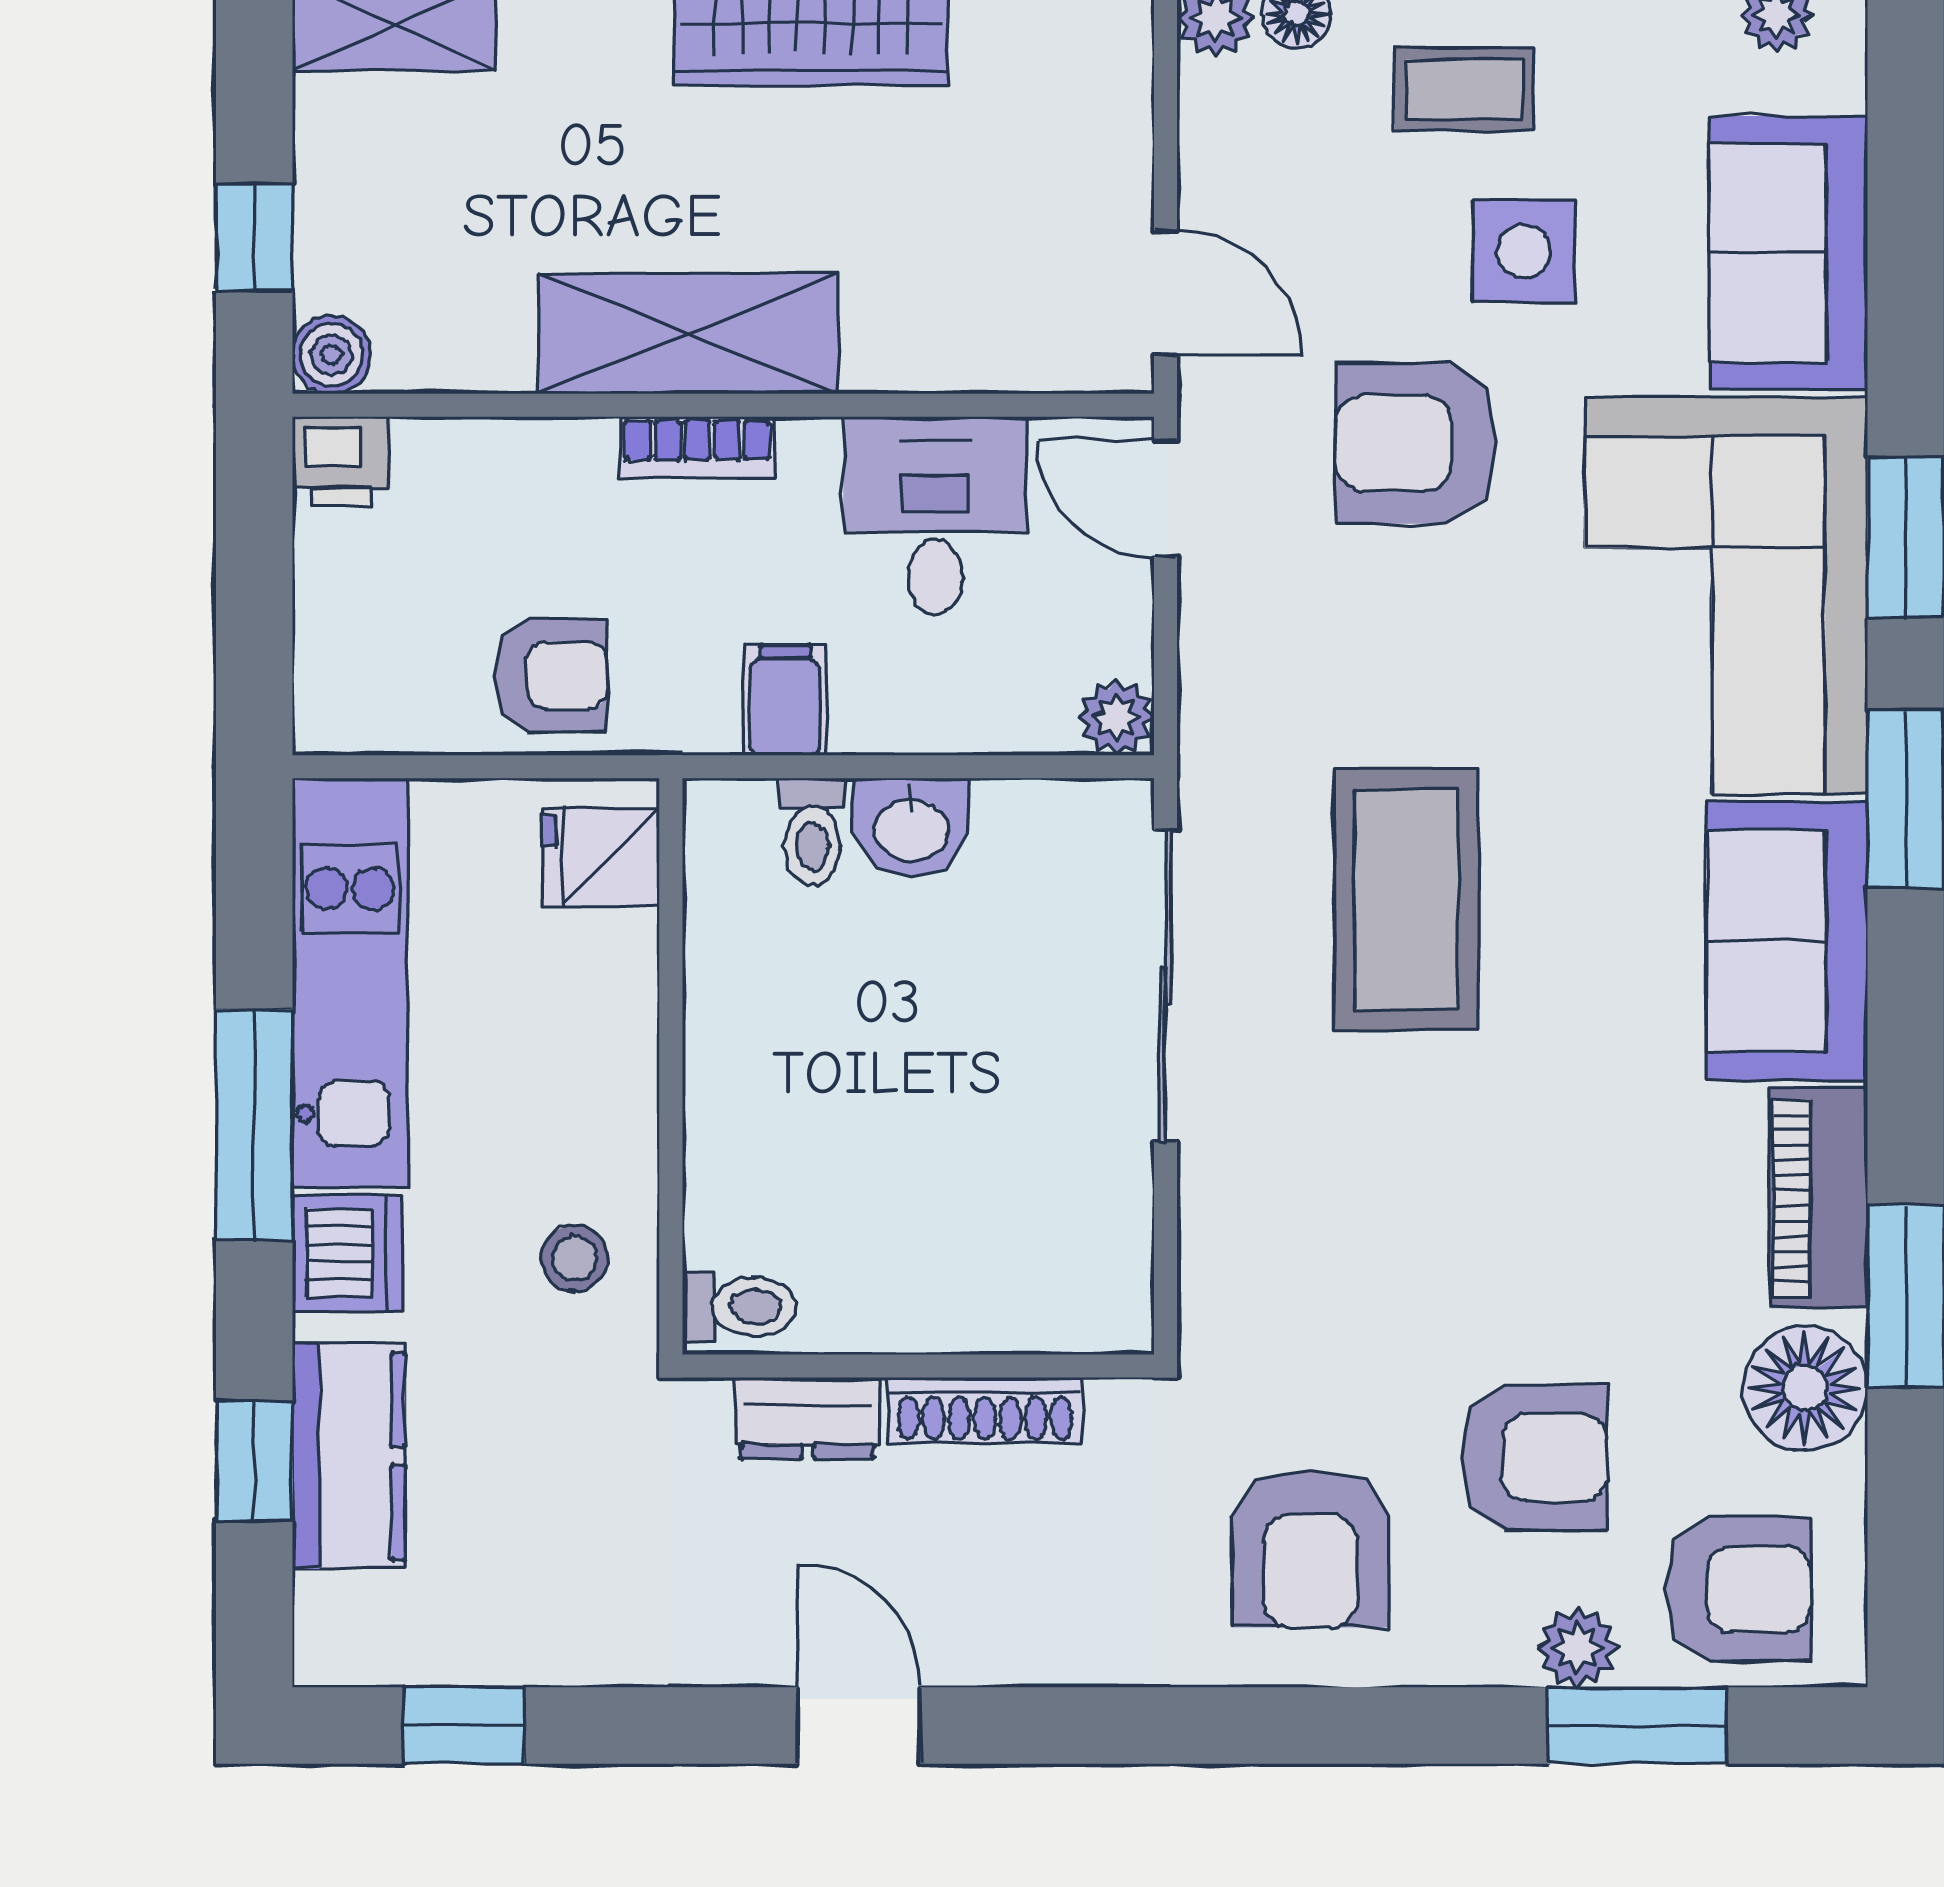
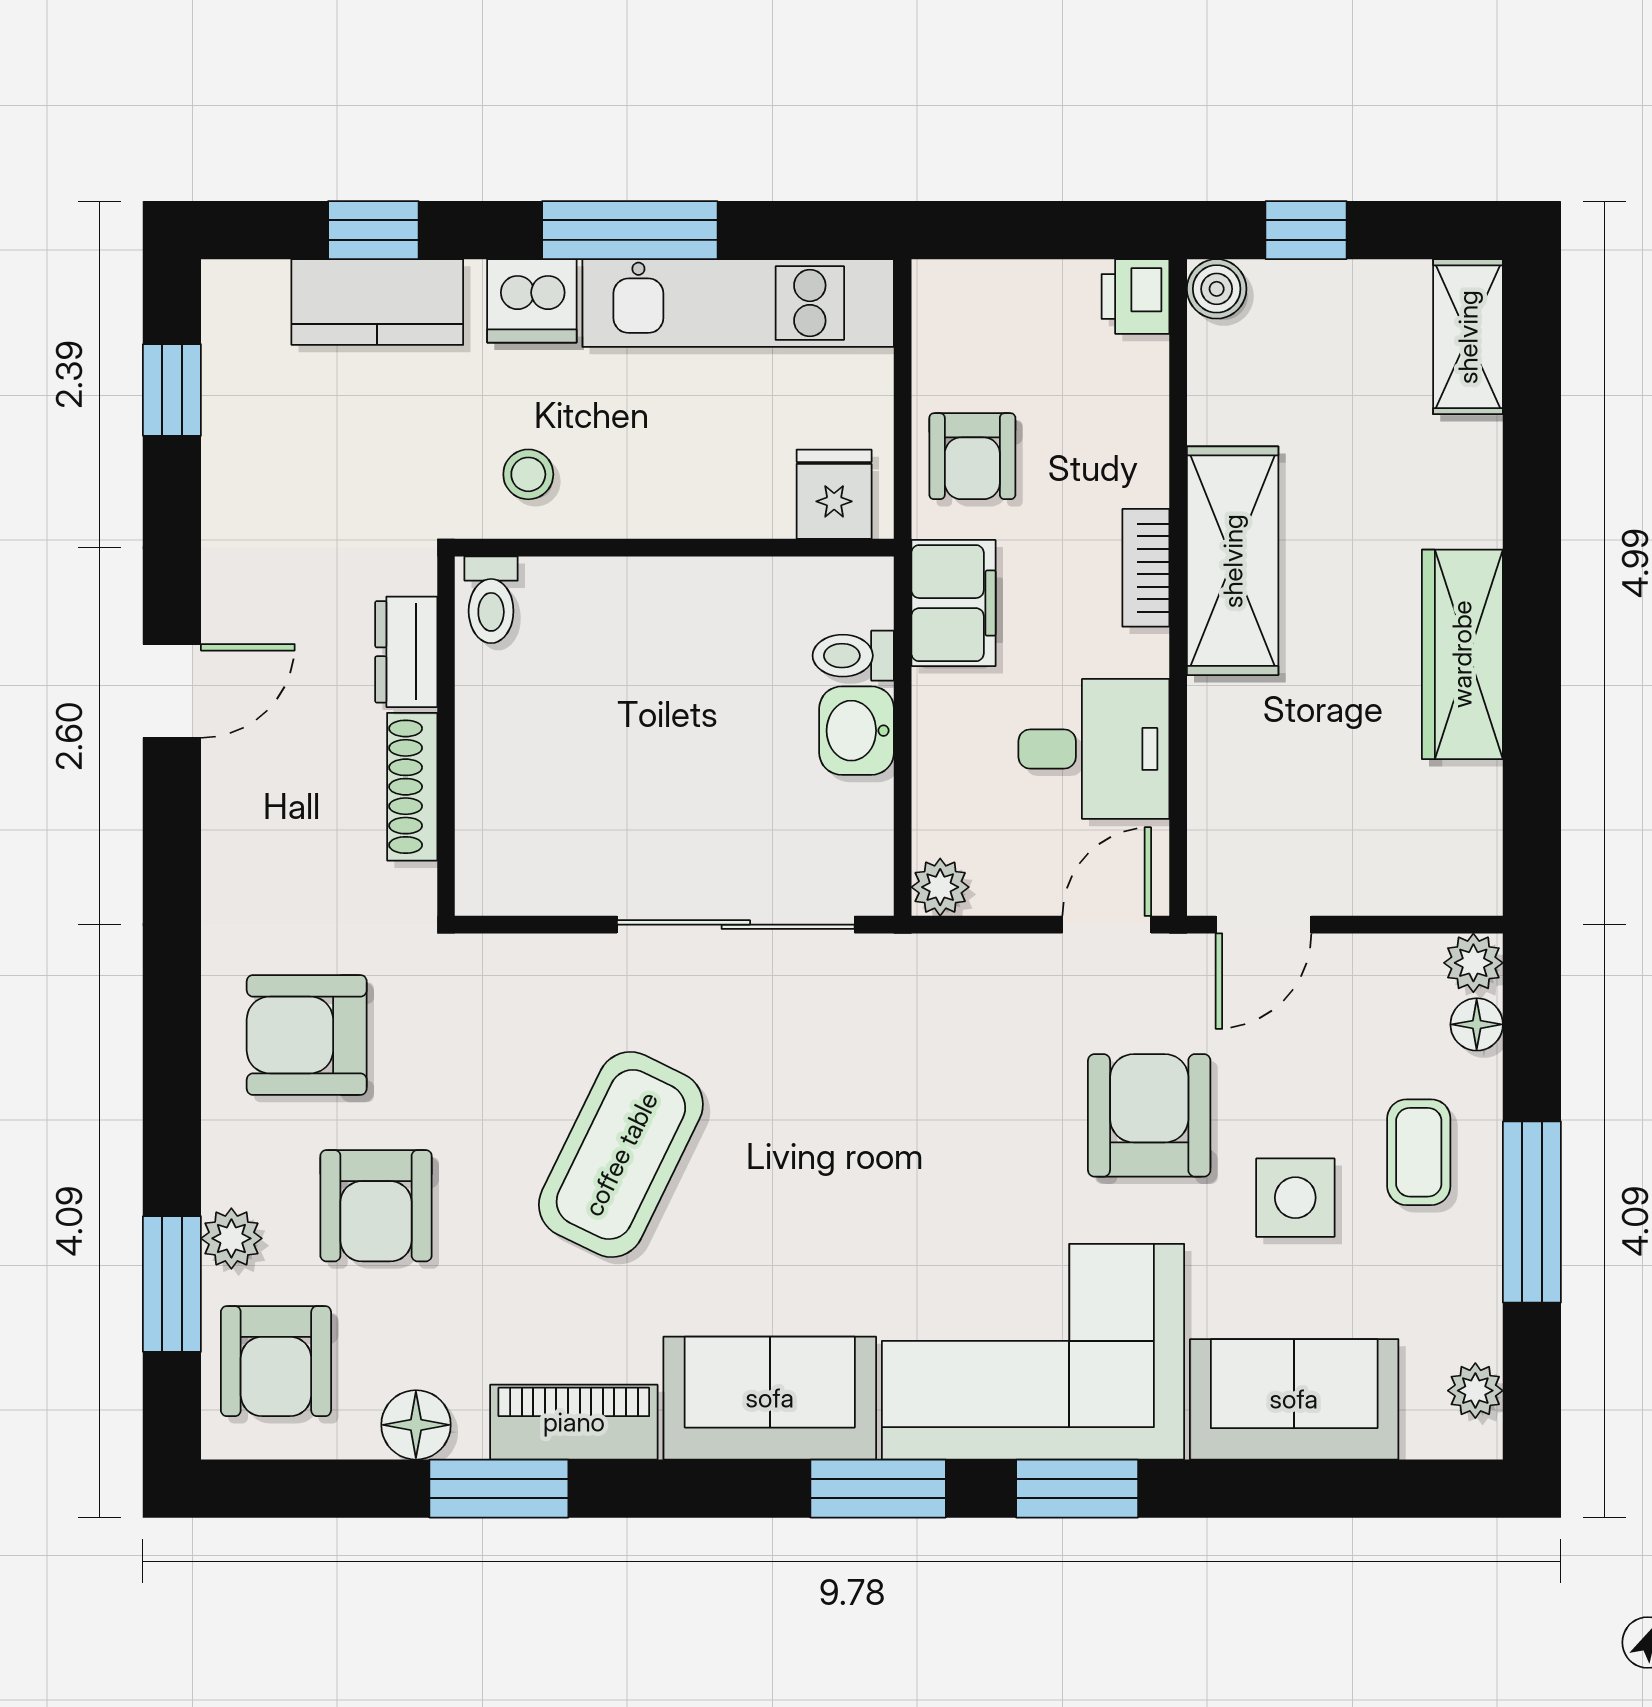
filing cabinet: (785, 700) -> (953, 603), width x2.00
coffee table: (1406, 900) -> (621, 1154), moved, turned -64
floor lamp: (1805, 1388) -> (416, 1425), width x0.73, depth x0.73

